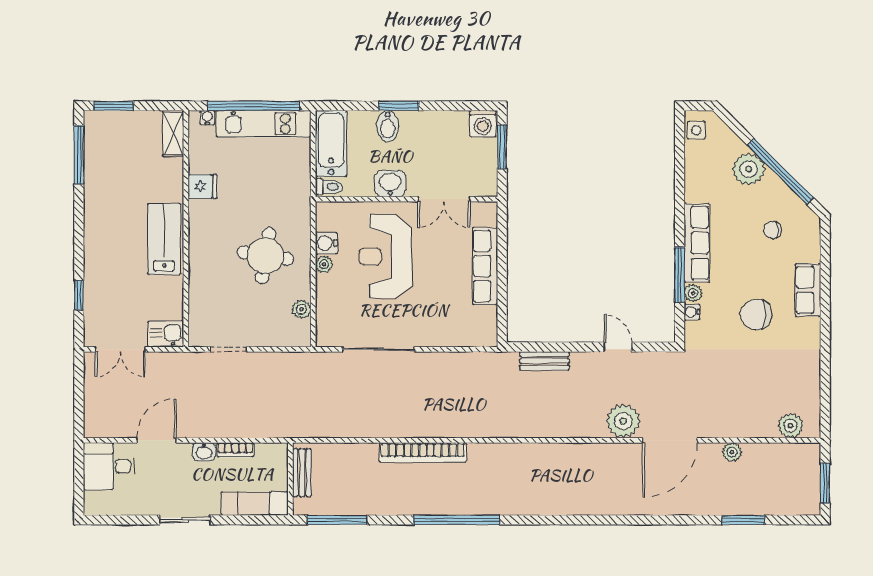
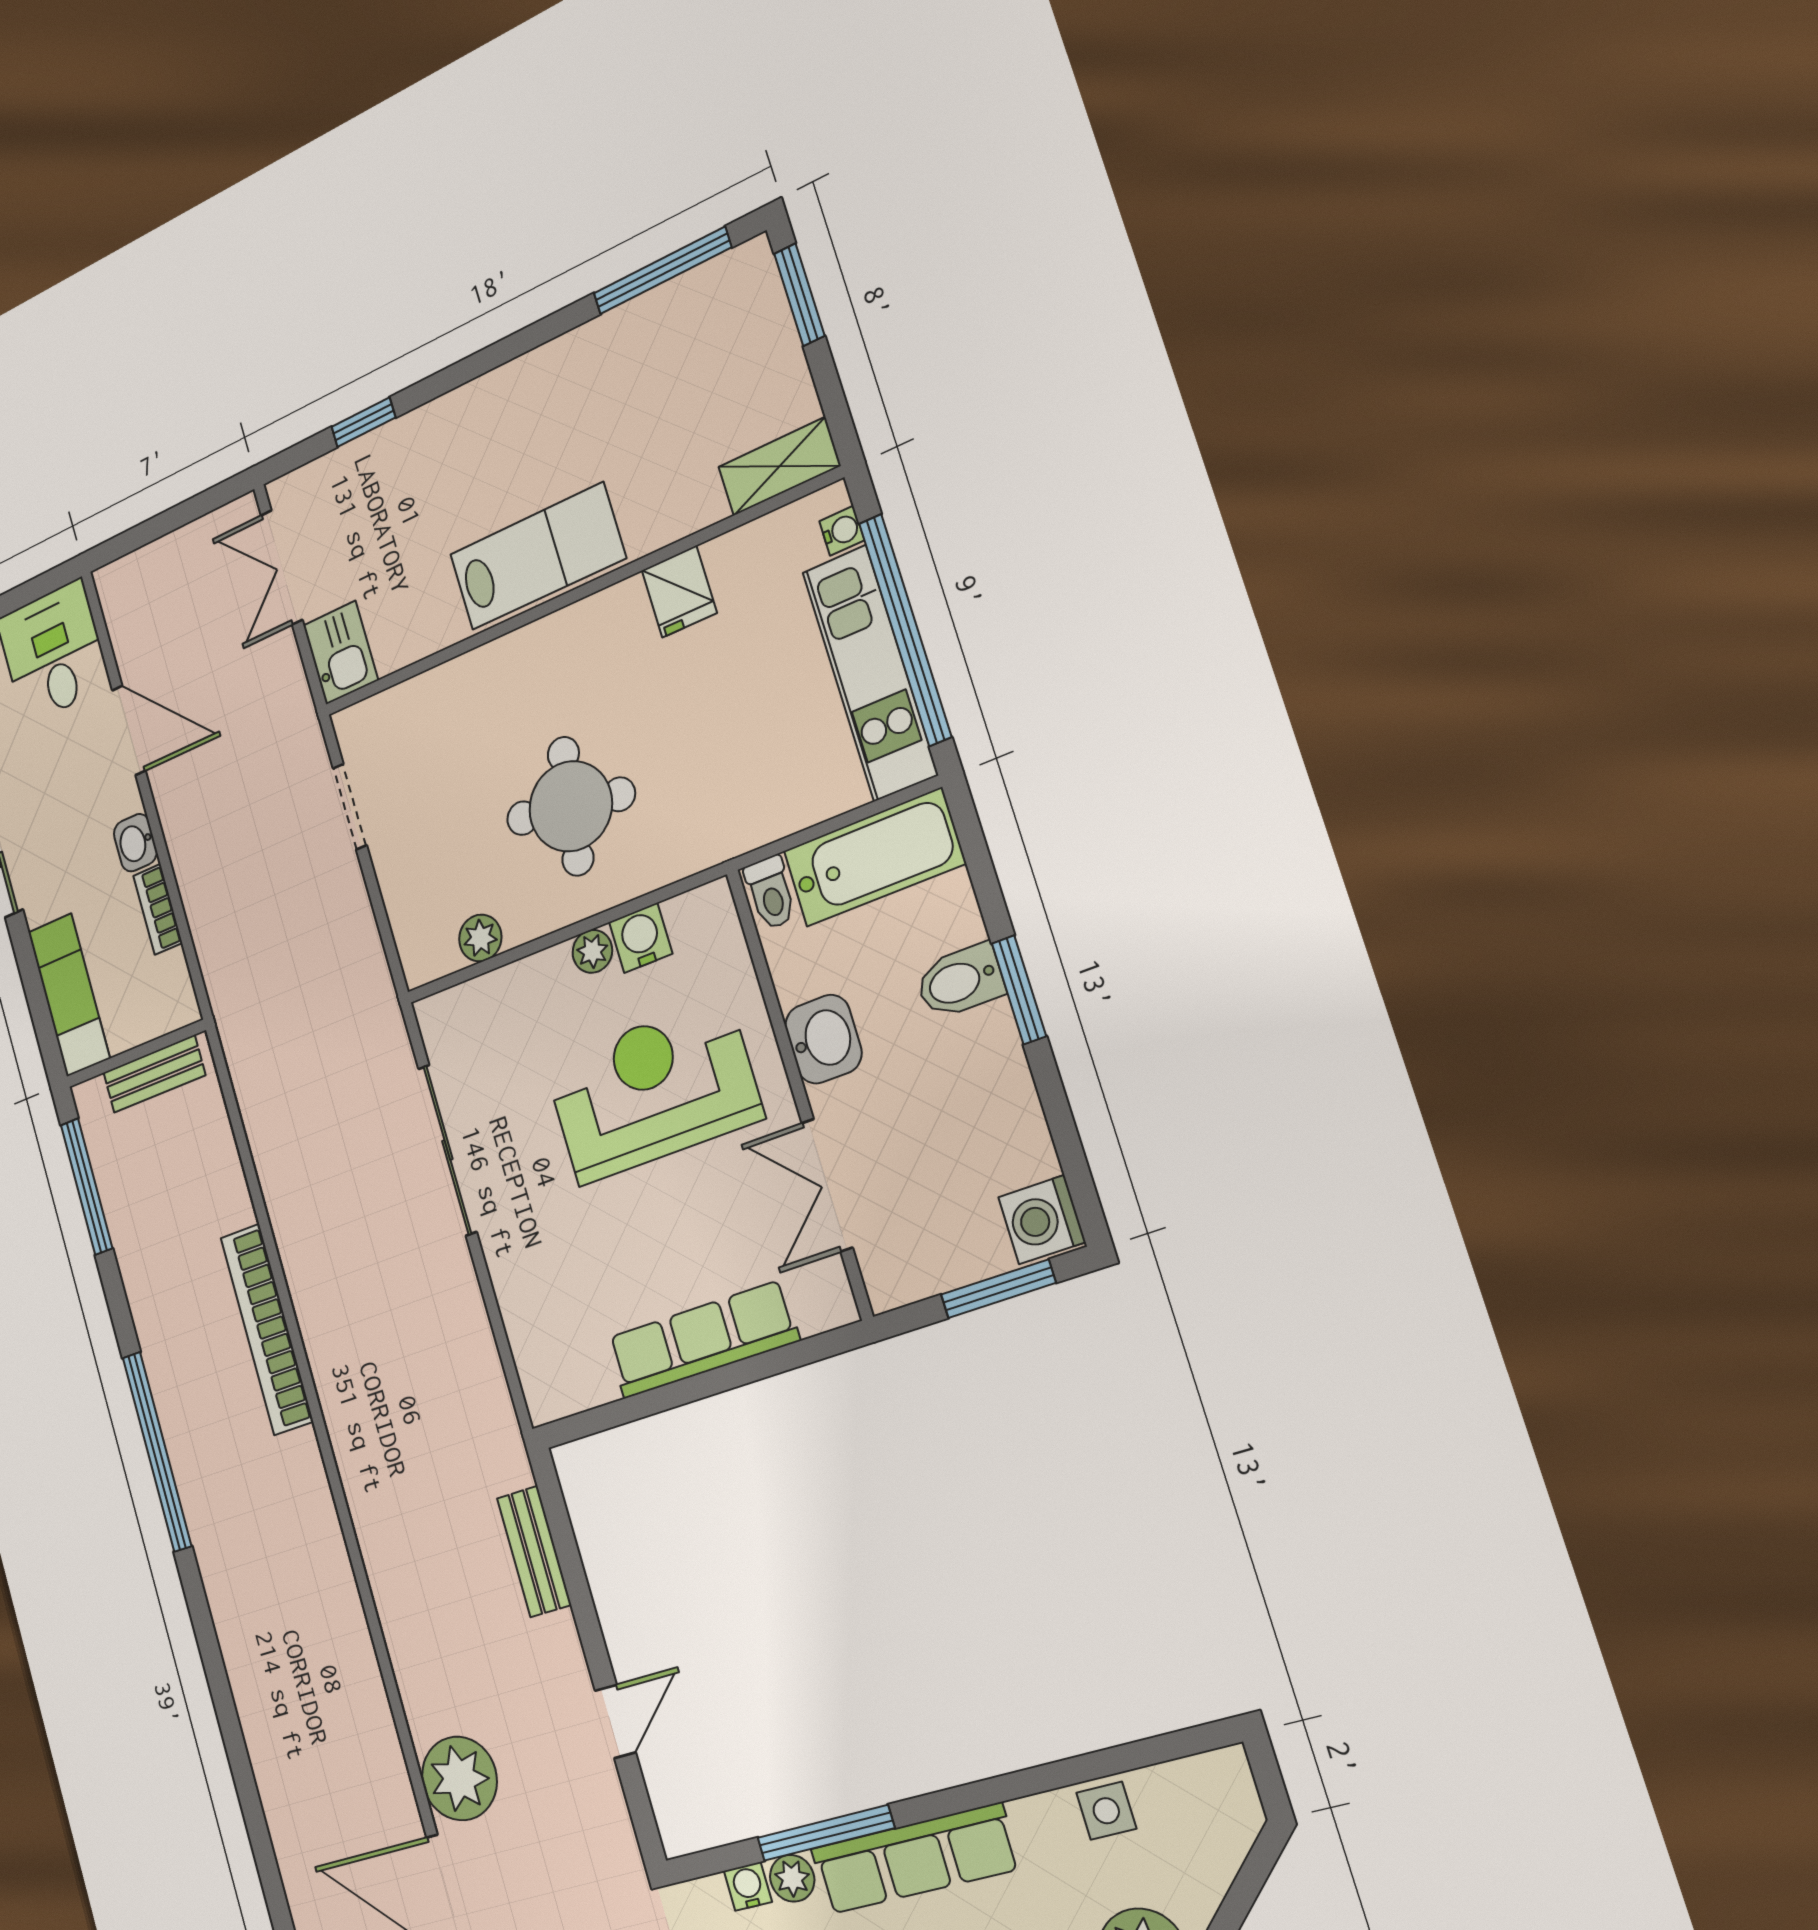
side table: (696, 130) -> (1106, 1811), moved

